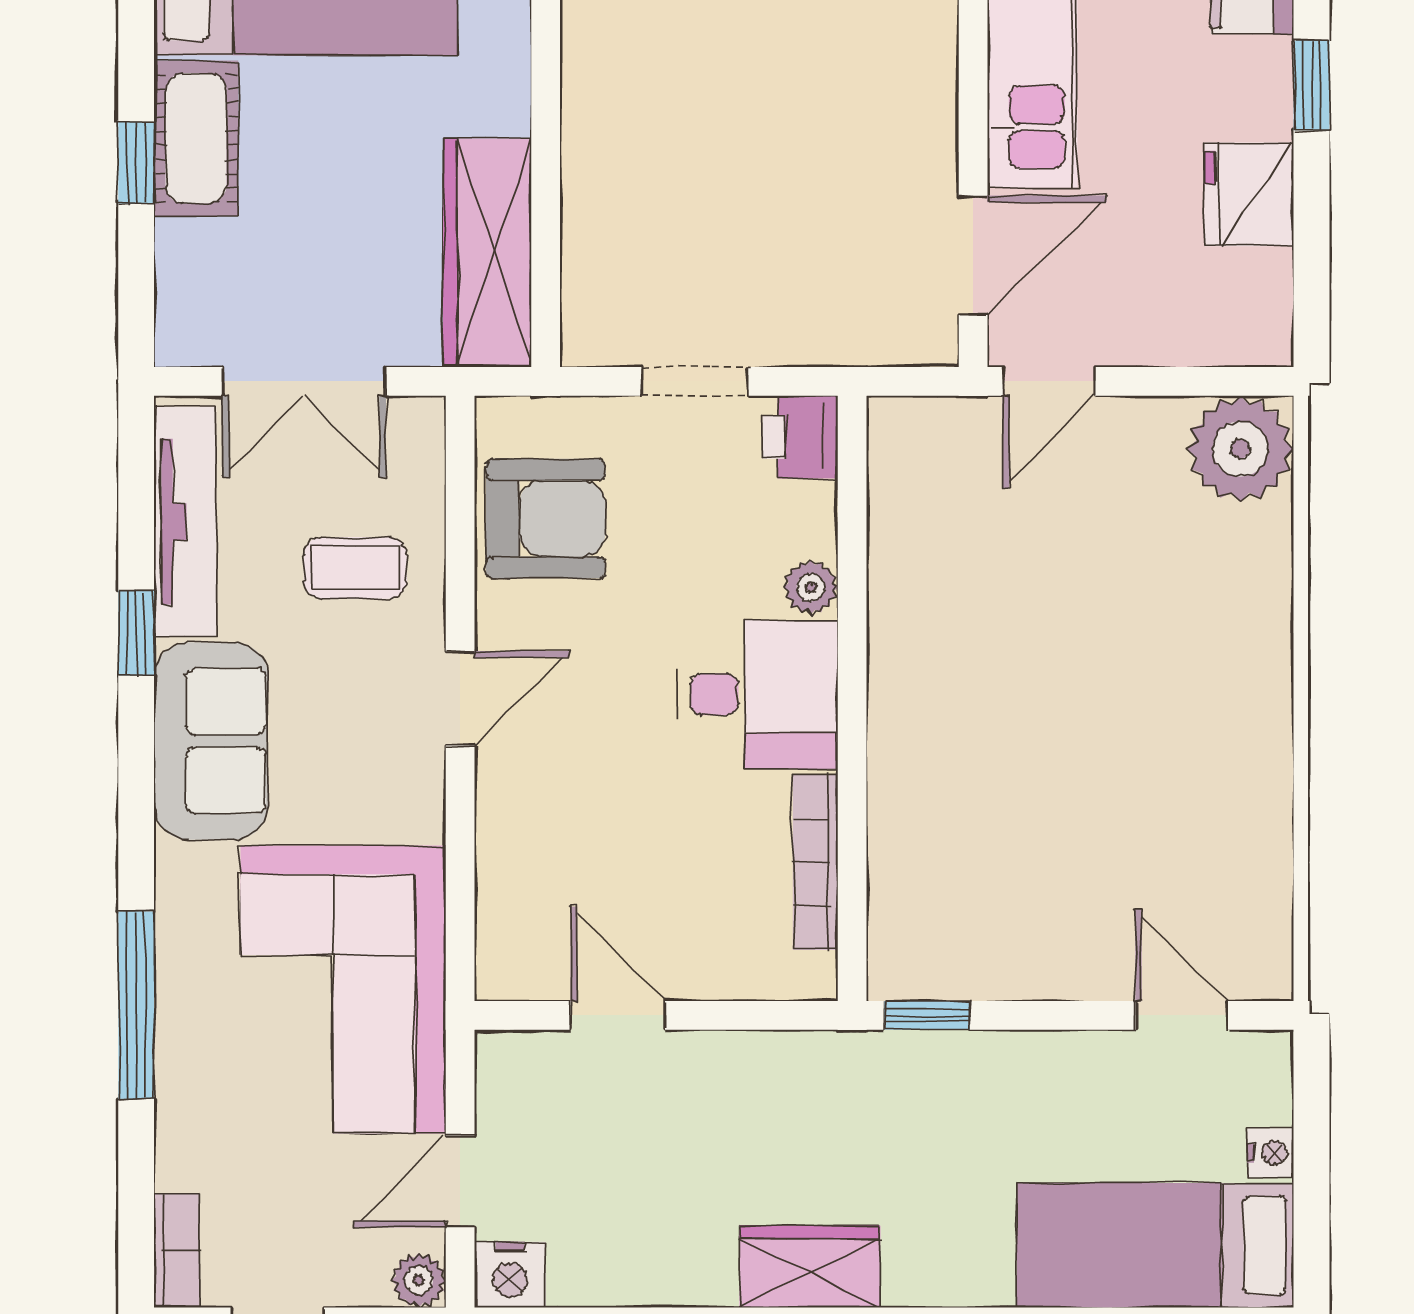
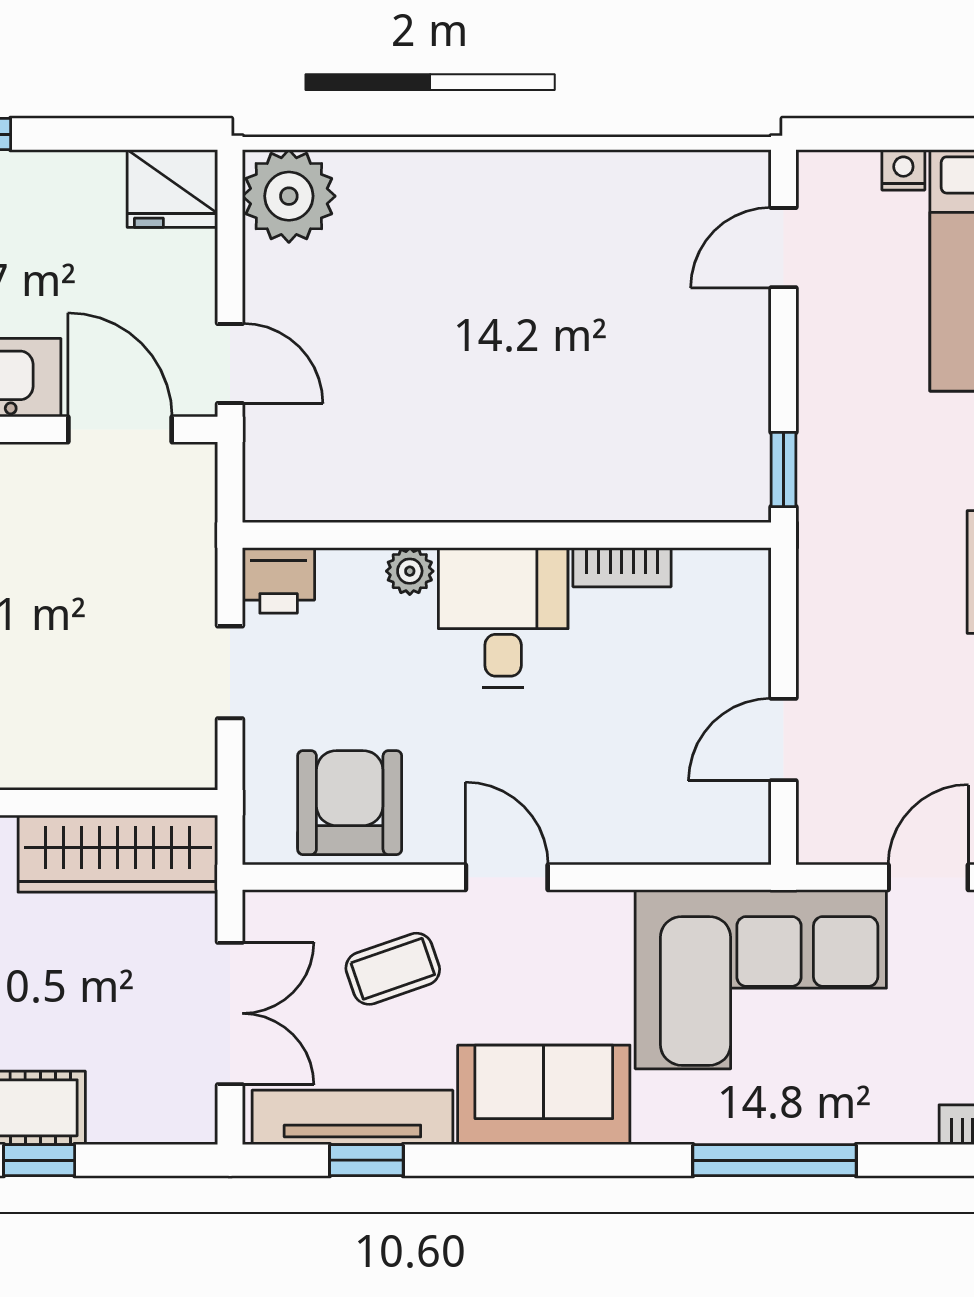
fridge: (1249, 194) -> (172, 189), moved
coffee table: (355, 568) -> (393, 969), turned 71
window: (136, 633) -> (366, 1160), moved
bookcase: (815, 862) -> (622, 567), width x0.64
door: (460, 1181) -> (928, 877), swing flipped

